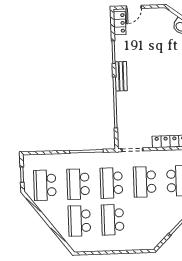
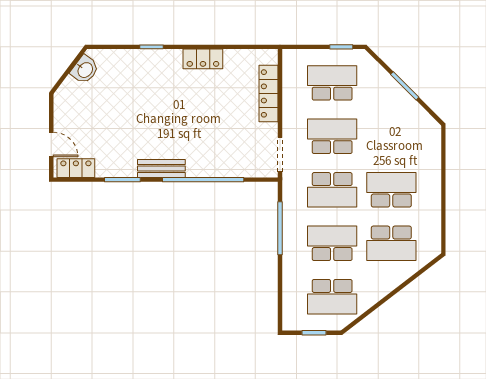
school desk: (145, 182) -> (332, 136), turned 180
school desk: (78, 184) -> (332, 243), turned 180
school desk: (113, 220) -> (391, 190), turned 180

